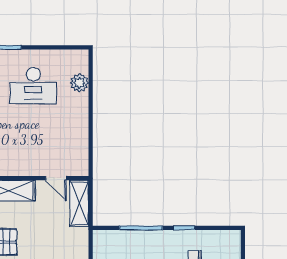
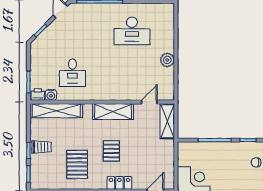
plant: (79, 83) -> (167, 60), moved
door: (56, 178) -> (149, 102), swing flipped

